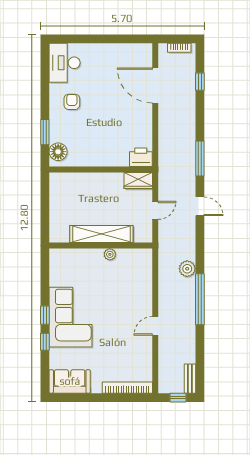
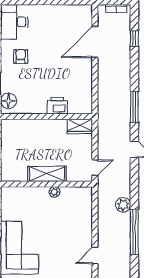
door: (155, 86) -> (95, 42), hinge flipped
printer: (141, 157) -> (57, 106), moved
door: (155, 210) -> (95, 168), moved
shelving: (101, 234) -> (47, 174), width x0.68

